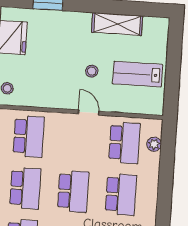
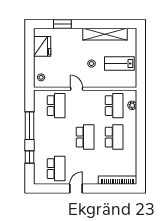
shelving: (117, 24) -> (105, 34), width x1.47
door: (89, 113) -> (77, 89), moved
school desk: (25, 188) -> (56, 137), removed

